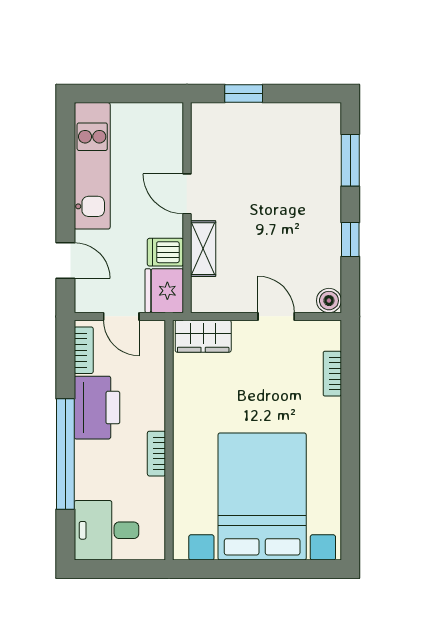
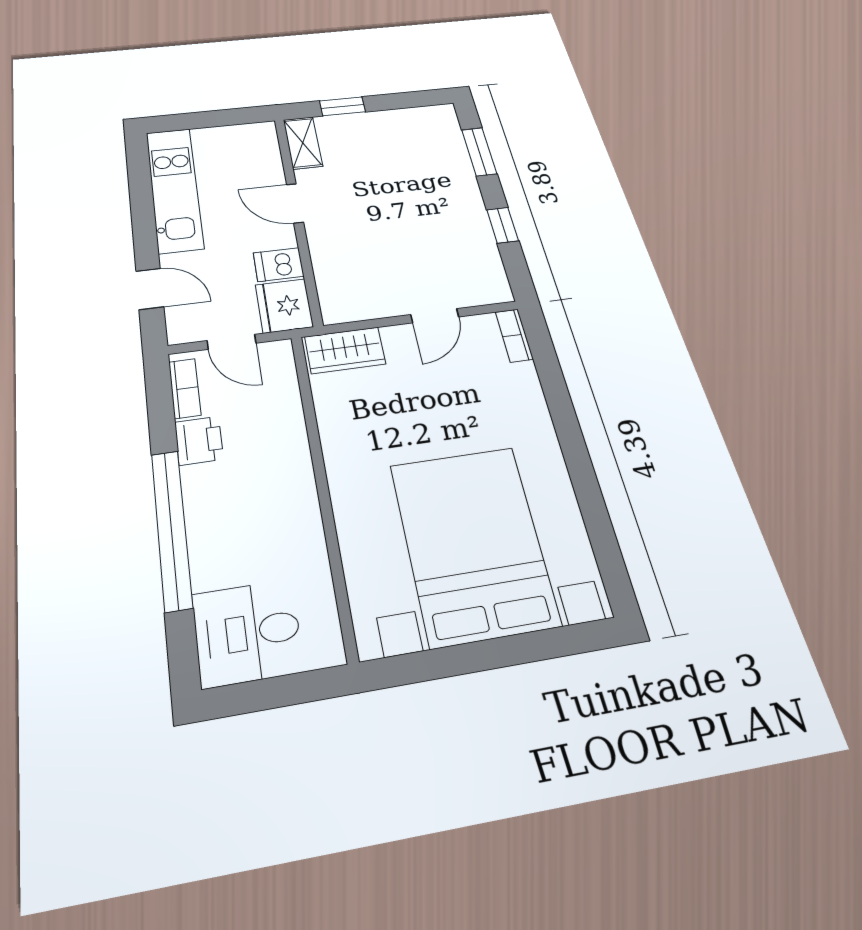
shelving: (203, 249) -> (303, 143), moved
boiler: (329, 301) -> (496, 290), removed
door: (276, 316) -> (435, 316), swing flipped
bookcase: (332, 374) -> (514, 335), moved
printer: (97, 408) -> (199, 441), width x0.53, depth x0.68
bookcase: (156, 454) -> (307, 507), removed

